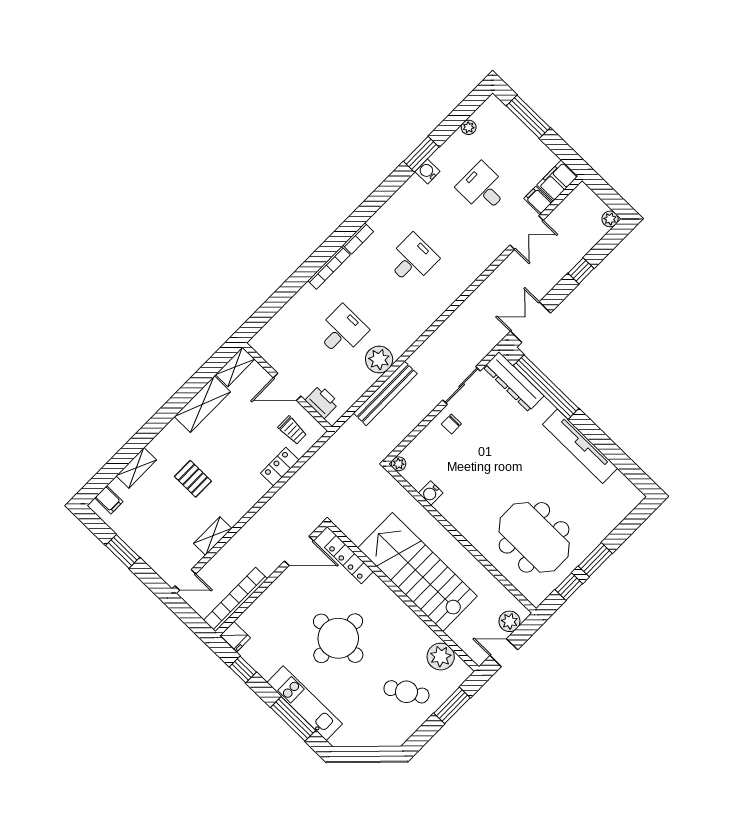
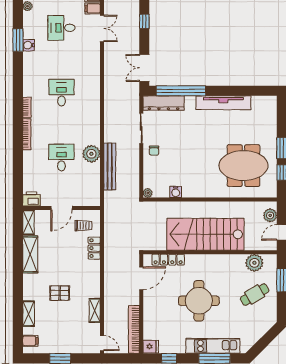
printer: (322, 402) -> (32, 199), moved
door: (185, 580) -> (102, 343), hinge flipped

